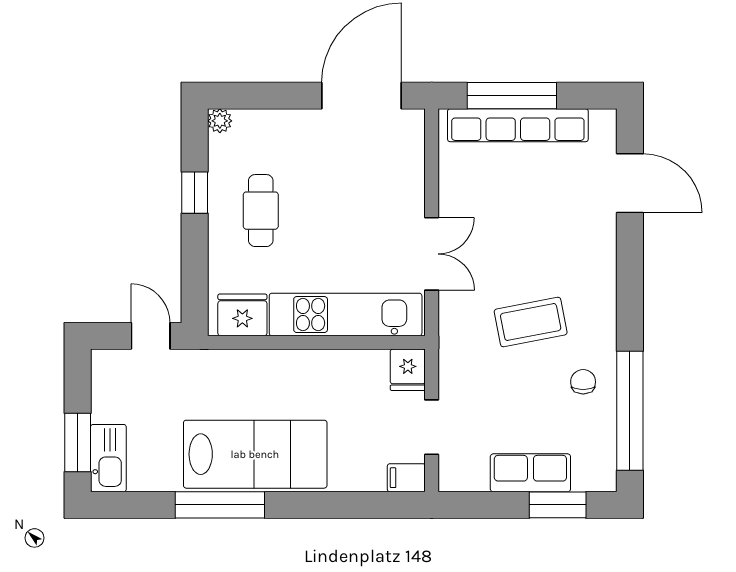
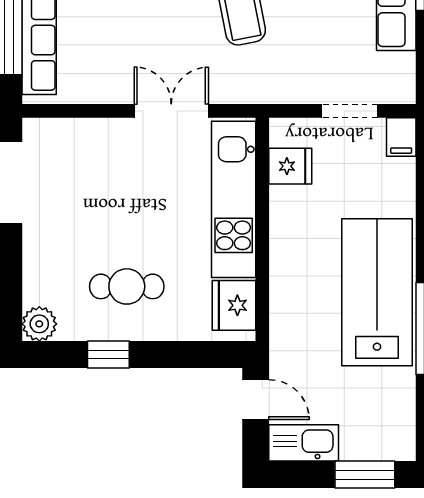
plant: (220, 121) -> (39, 324), width x1.38, depth x1.38
door: (151, 336) -> (256, 400), swing flipped
fridge: (408, 370) -> (290, 166), moved
kitchen sink: (108, 458) -> (304, 443), moved

